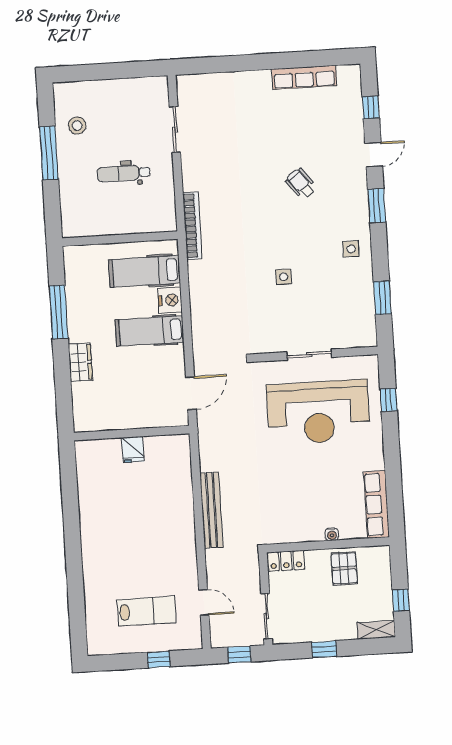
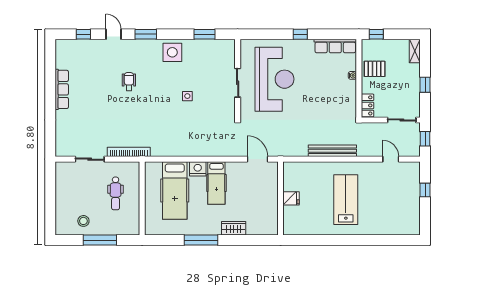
row of seats: (304, 77) -> (62, 89), moved
wheelchair: (301, 184) -> (129, 82), turned 128
bookcase: (192, 226) -> (129, 152), moved
wall: (120, 239) -> (142, 198), moved
side table: (351, 249) -> (172, 52), width x1.87, depth x1.87
hospital bed: (144, 271) -> (175, 191), width x1.37, depth x1.29
window: (389, 400) -> (300, 34), moved
window: (401, 600) -> (376, 34), moved
door: (204, 602) -> (391, 159), hinge flipped
lab bench: (147, 611) -> (346, 200), moved, width x1.36, depth x1.39

